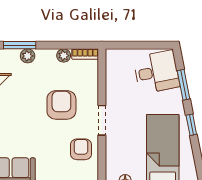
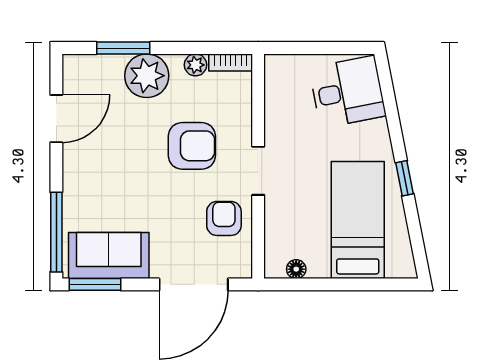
plant: (28, 56) -> (147, 76), width x1.88, depth x1.88
window: (183, 85) -> (392, 113), removed
armchair: (61, 105) -> (192, 146), turned 90

